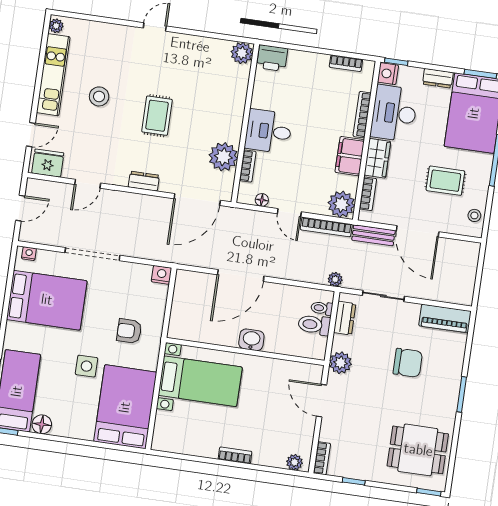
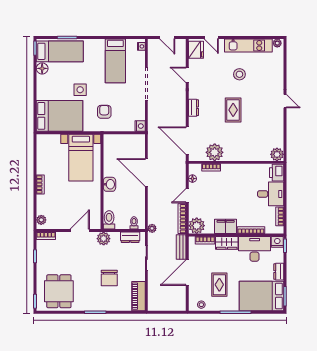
rug: (157, 116) -> (233, 110), turned 90
desk: (268, 131) -> (271, 194), moved, turned 90
bed: (47, 300) -> (115, 61), width x0.67
toilet: (314, 325) -> (109, 220), moved

